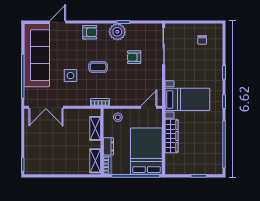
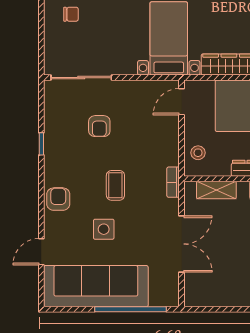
door: (58, 22) -> (41, 252), hinge flipped
plant: (117, 32) -> (57, 154), removed
side table: (70, 76) -> (104, 229), moved
double door: (46, 107) -> (182, 244), moved
door: (149, 107) -> (182, 102), hinge flipped

